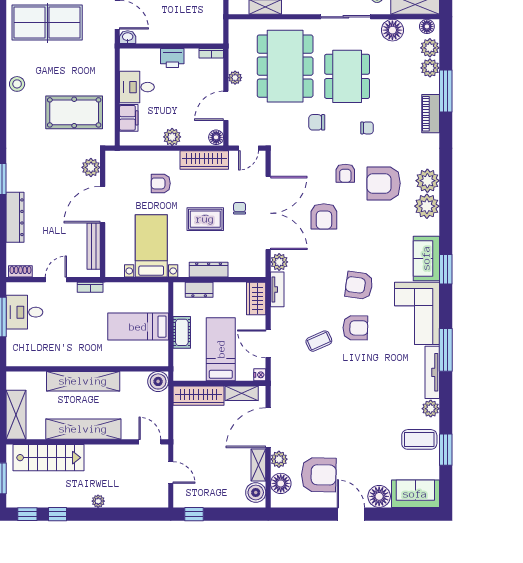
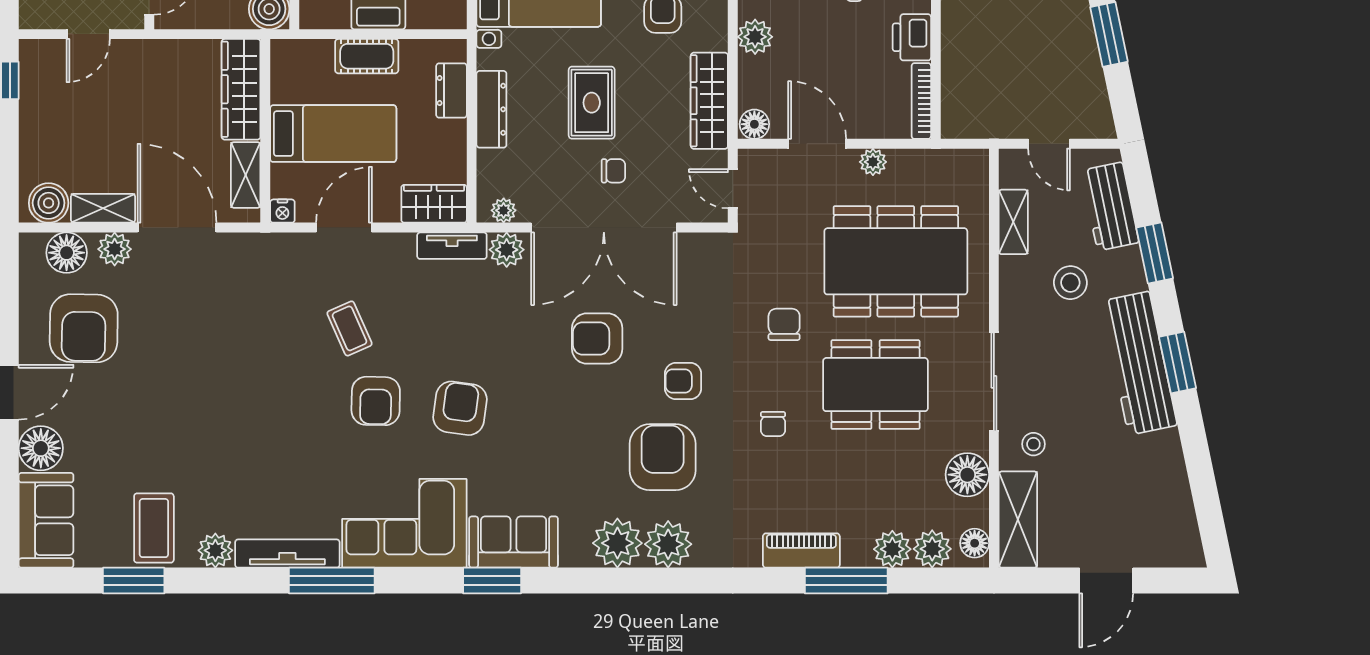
bookcase: (211, 53) -> (921, 101), width x1.56
plant: (259, 264) -> (504, 210), added

